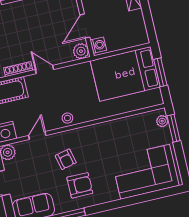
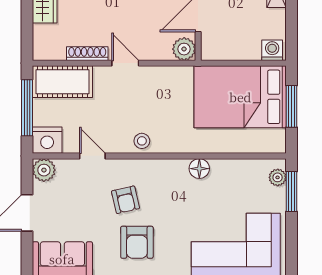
washing machine: (98, 45) -> (272, 50), moved, turned -90
floor lamp: (109, 127) -> (199, 169), added
door: (37, 136) -> (92, 156), hinge flipped
armchair: (80, 185) -> (137, 242), turned 90

